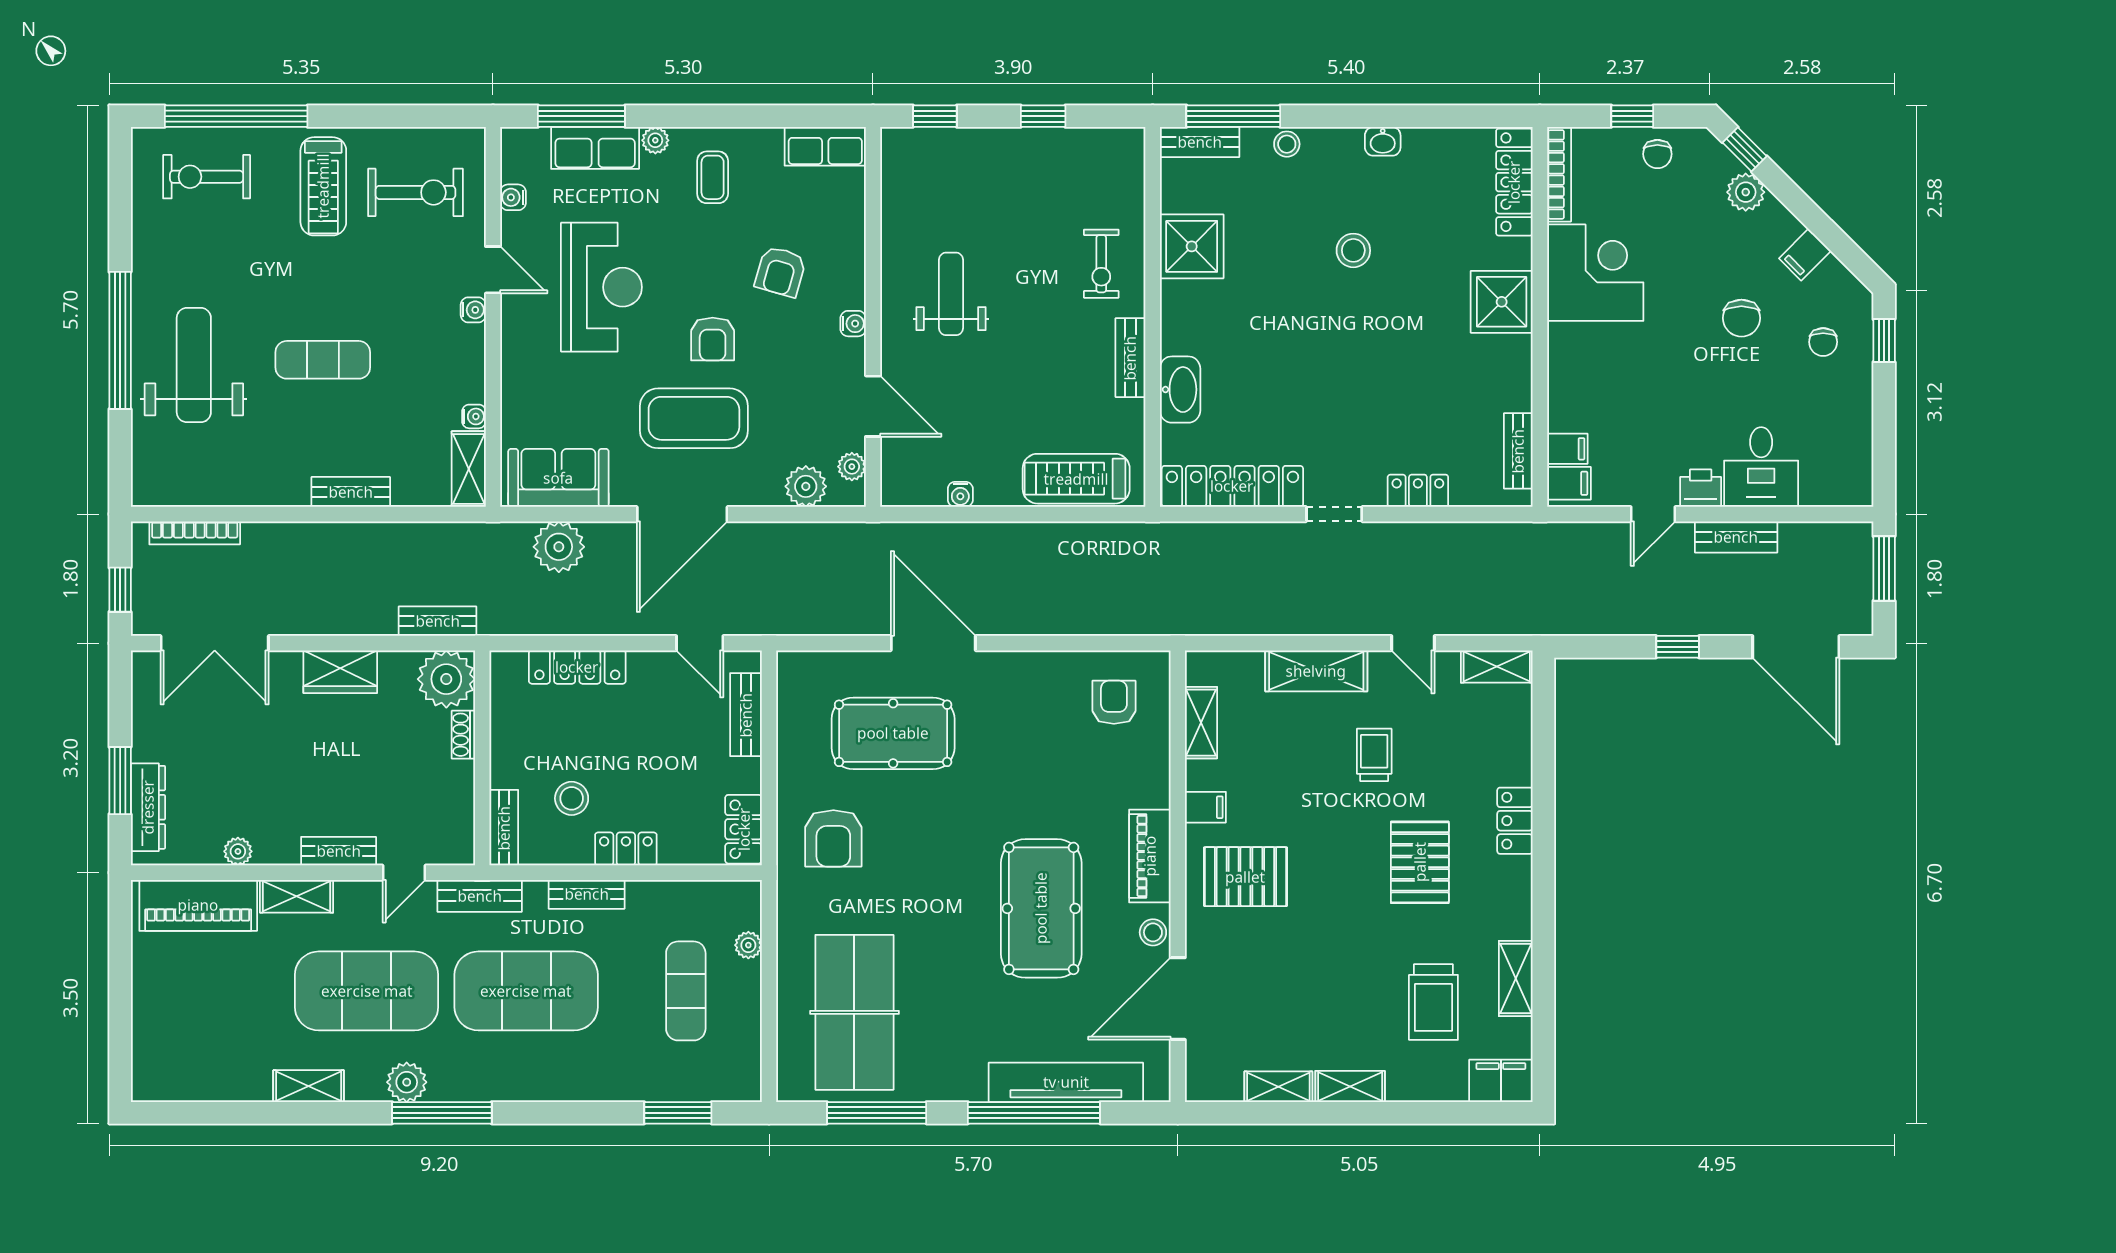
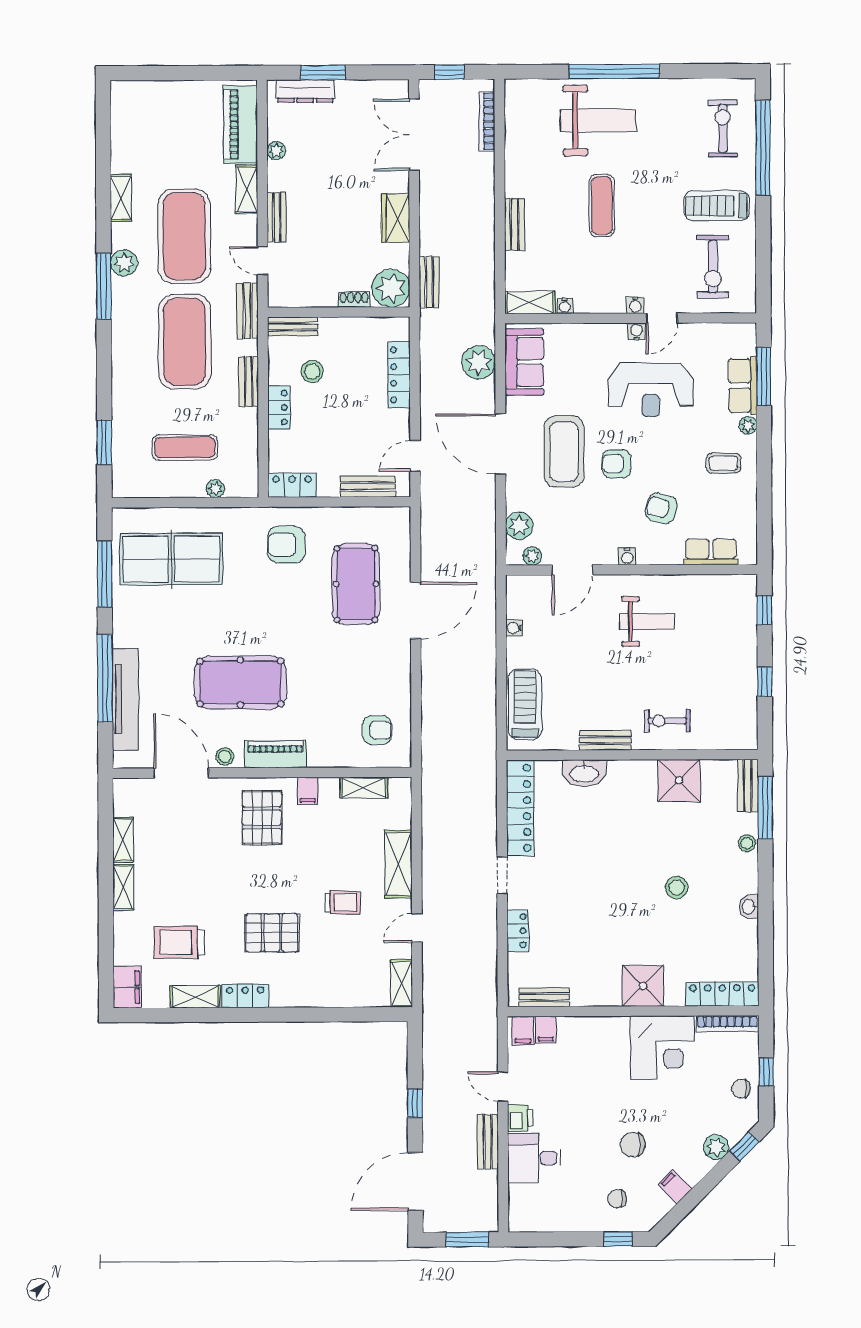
row of seats: (825, 146) -> (711, 552), moved, turned 90
water cooler: (513, 197) -> (636, 331), moved
locker: (1515, 821) -> (245, 996), moved

